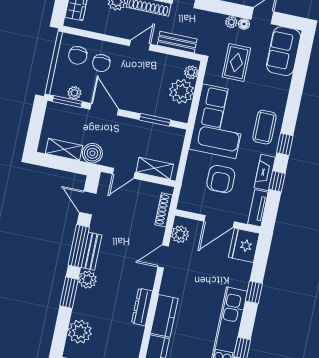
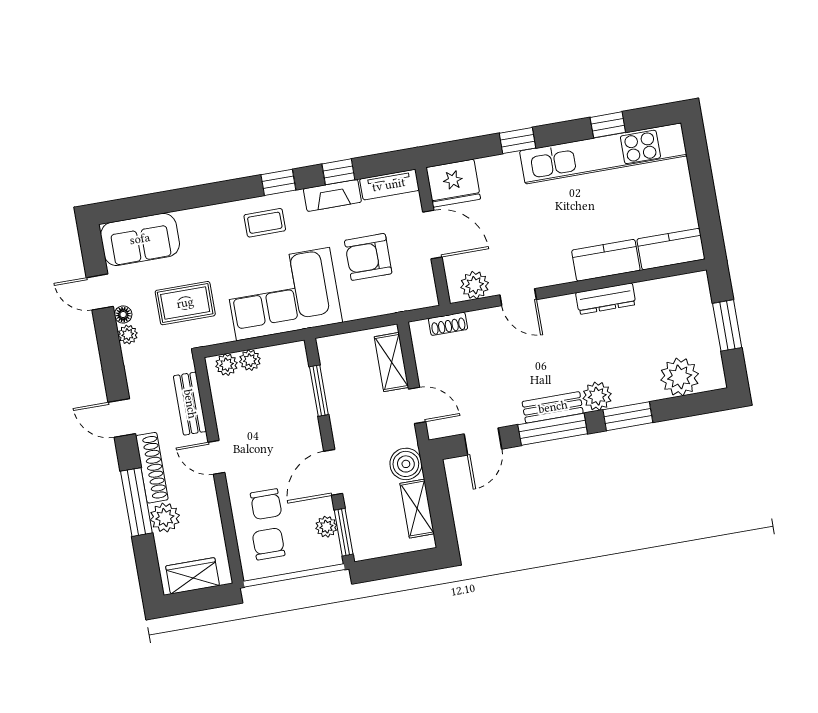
chair: (78, 55) -> (269, 544), turned -90
chair: (101, 63) -> (266, 504), turned 90
plant: (182, 91) -> (250, 360), width x0.53, depth x0.53
coffee table: (264, 127) -> (265, 223), width x0.73, depth x0.77
armchair: (221, 179) -> (368, 257), turned 180
shoe rack: (164, 210) -> (448, 324), width x0.70

